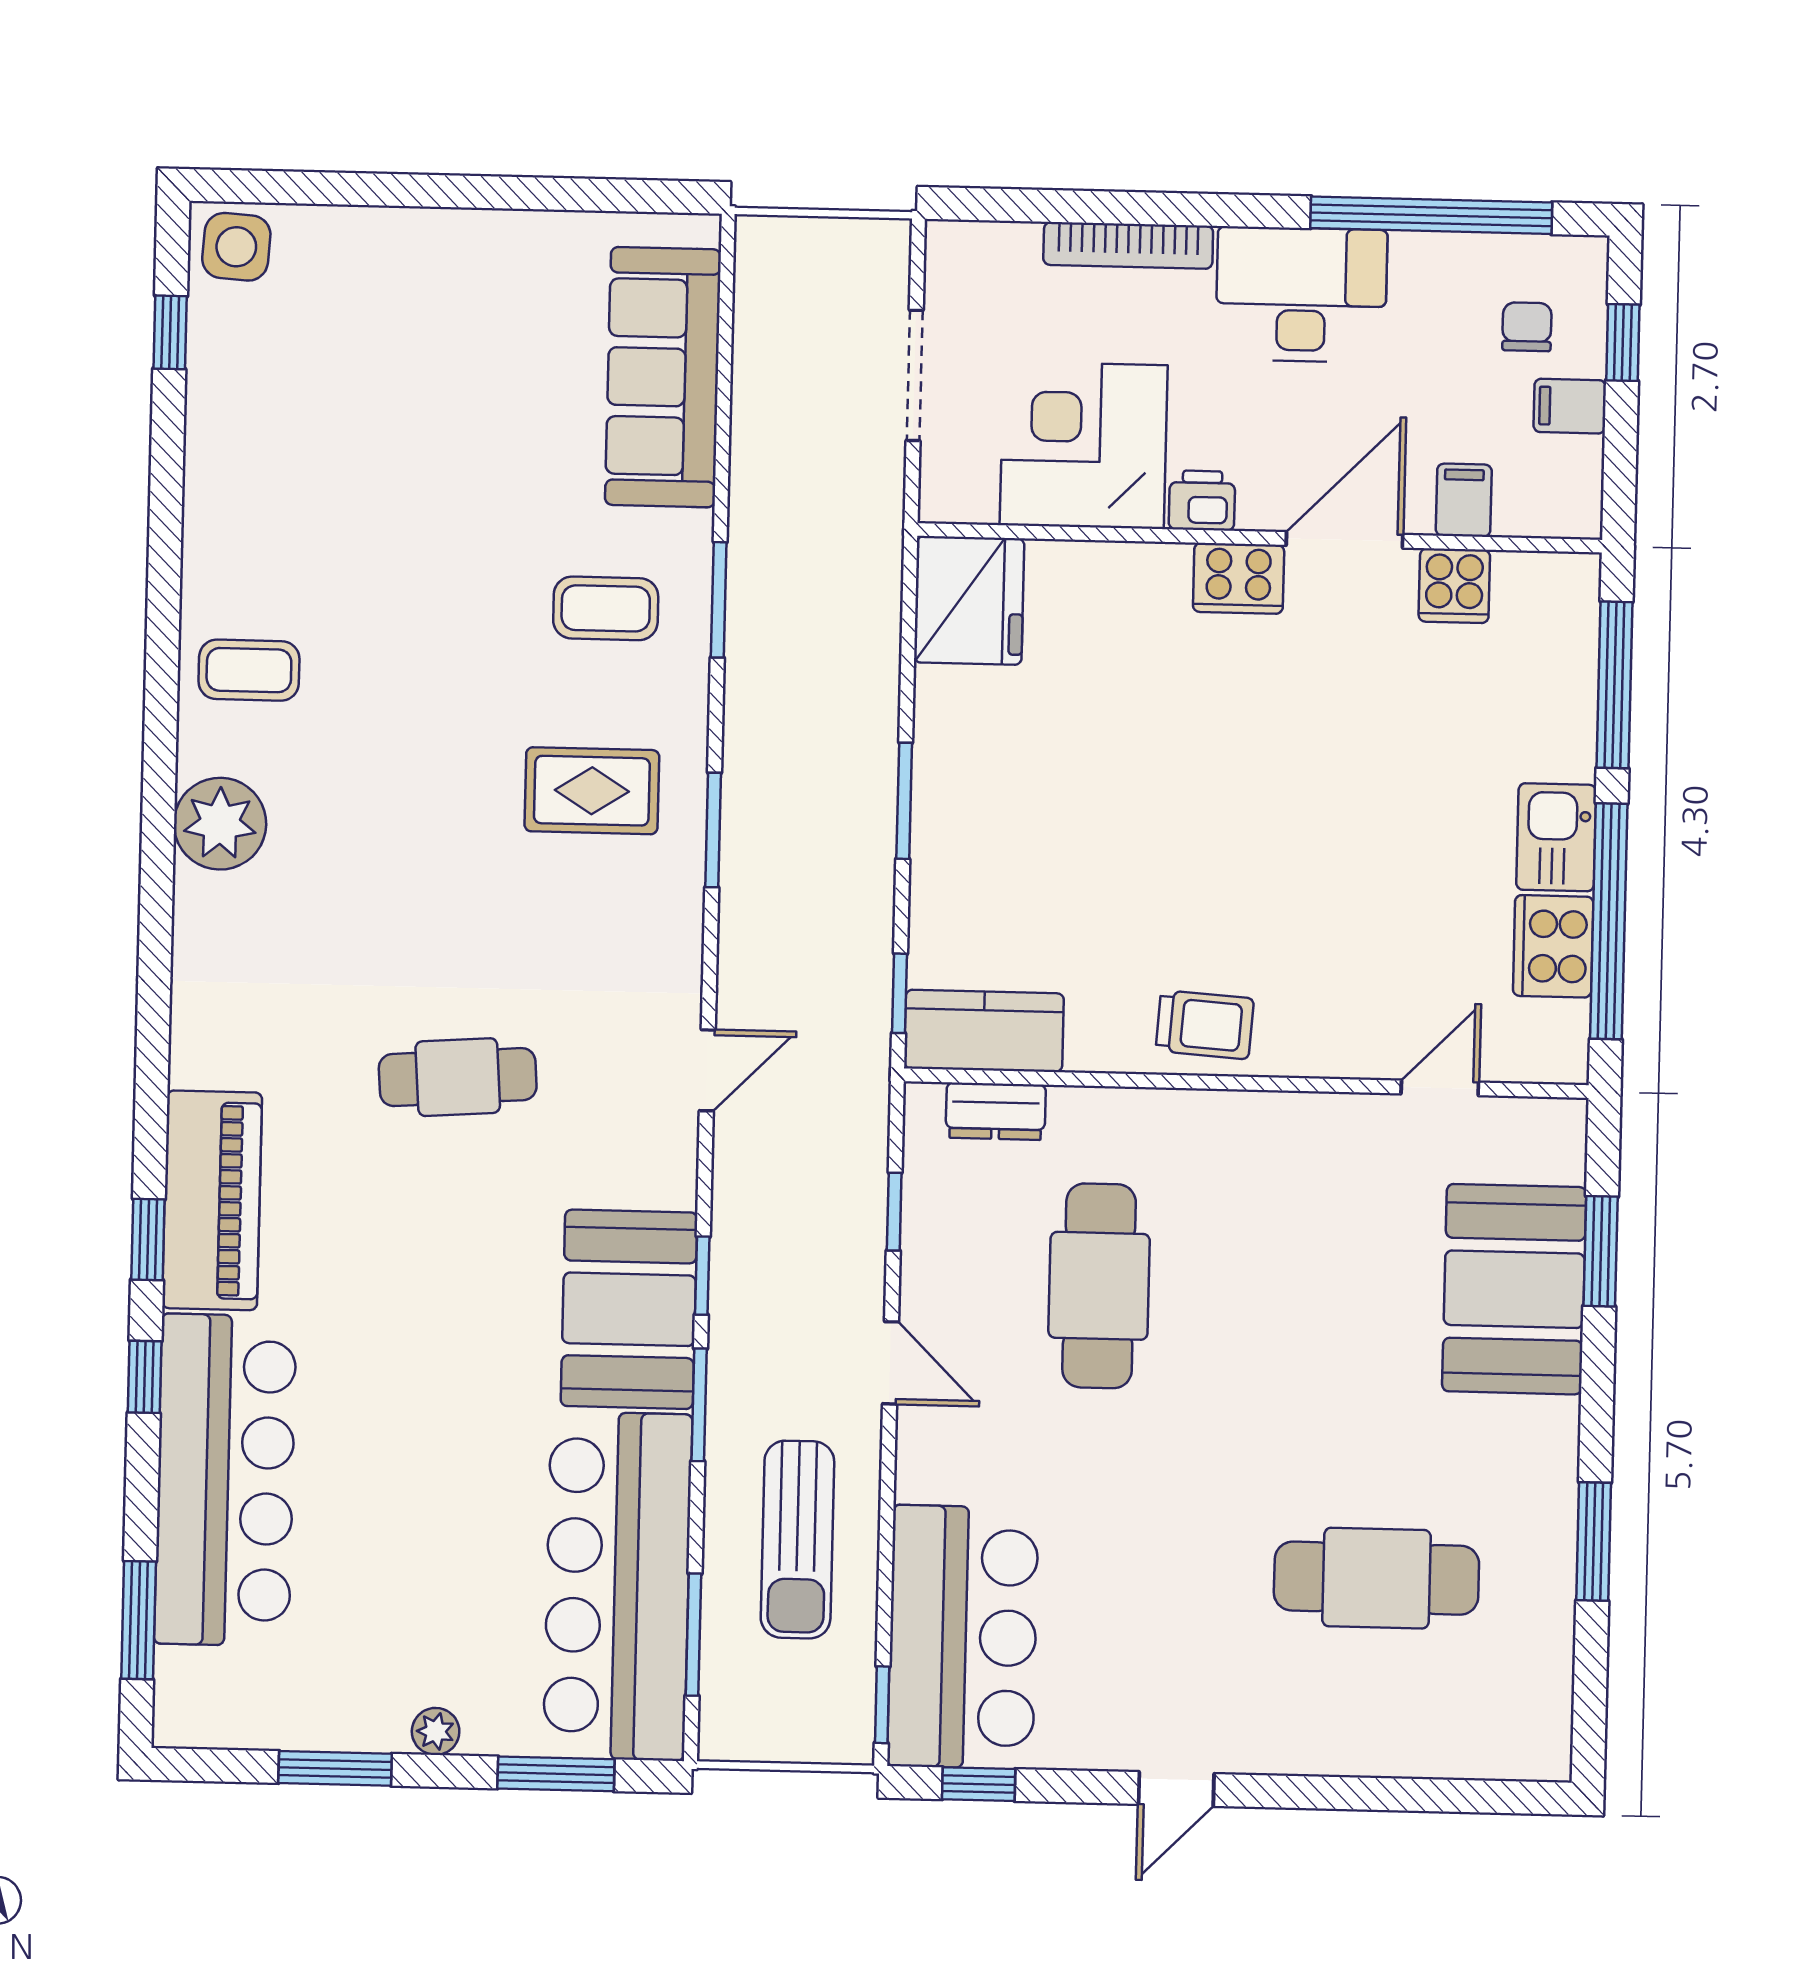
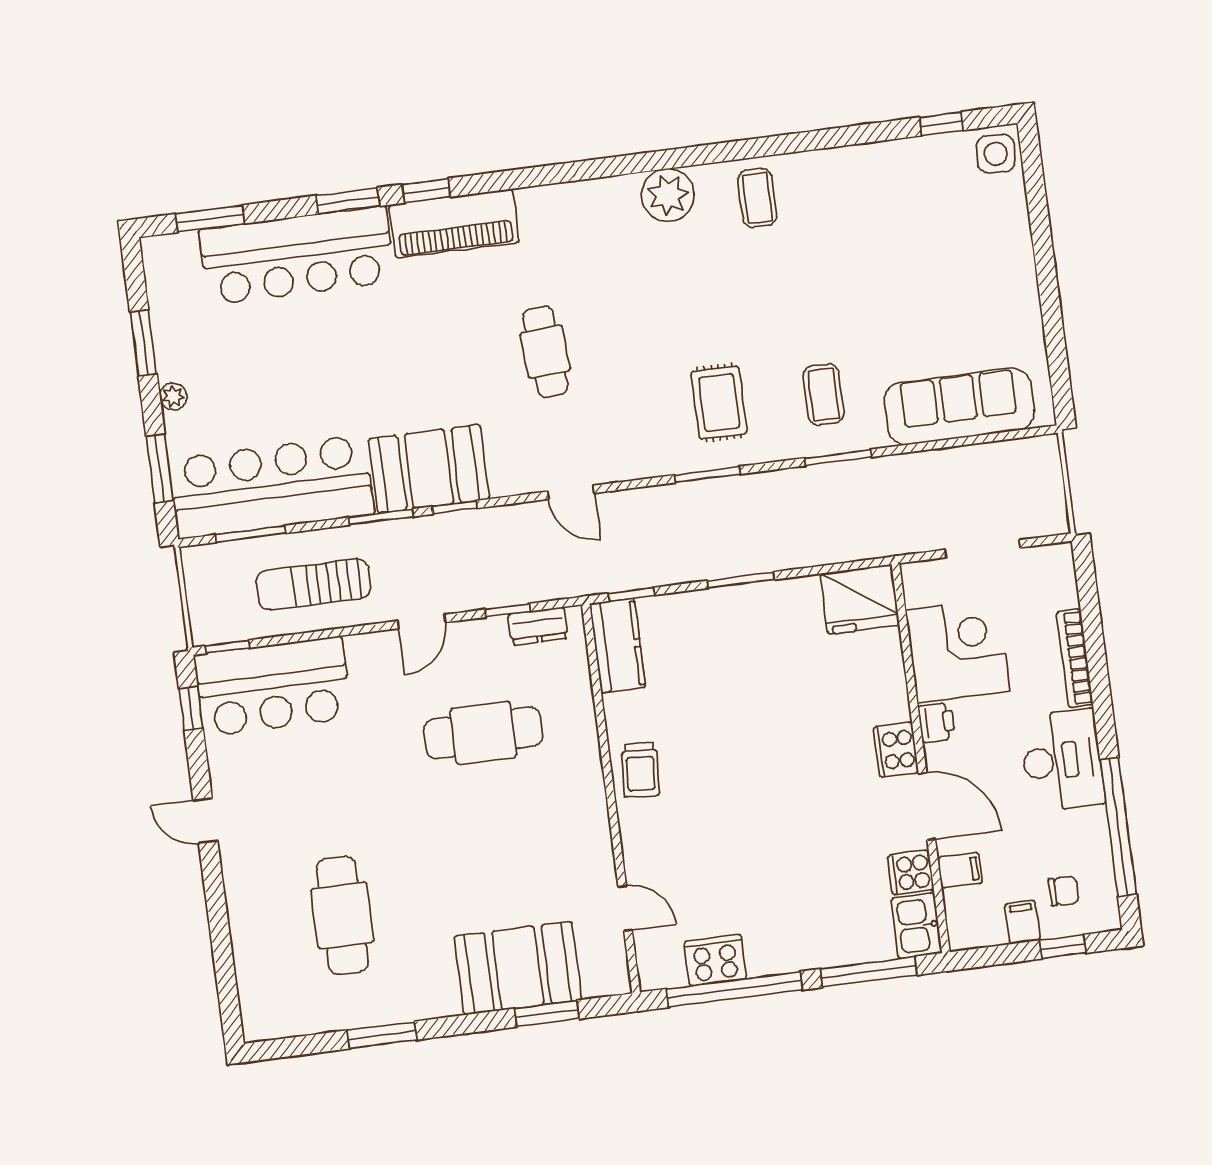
kitchen sink: (1556, 837) -> (916, 926), moved, turned -90
dresser: (996, 1111) -> (538, 626), moved, turned -90
window: (145, 1377) -> (348, 201), width x1.50

